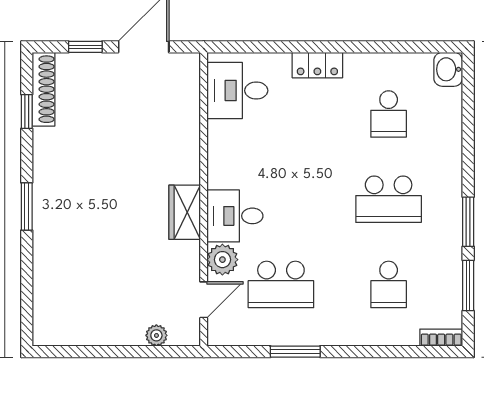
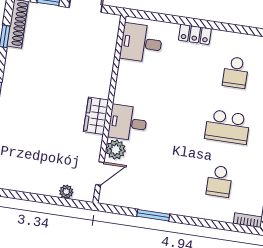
school desk: (281, 284) -> (151, 171), removed

